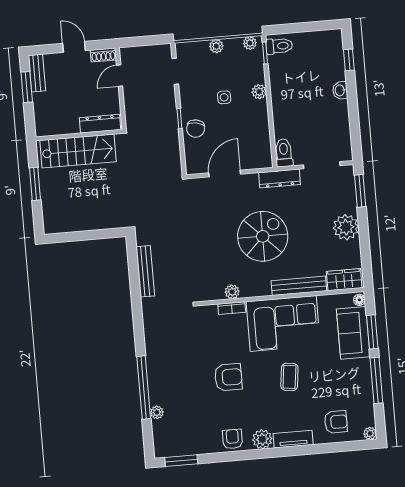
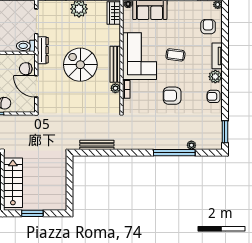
chair: (250, 156) -> (26, 69), added
bench: (299, 286) -> (115, 64), moved
armchair: (228, 377) -> (172, 96), turned -90

